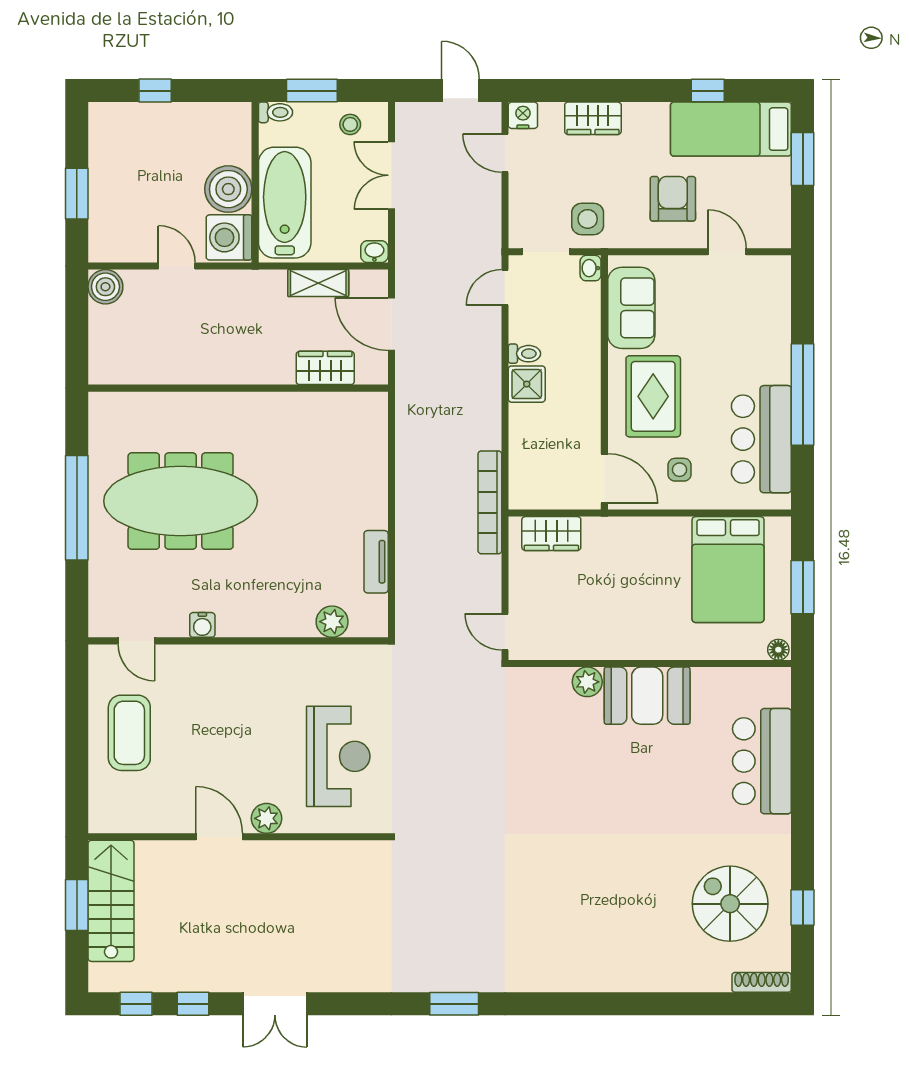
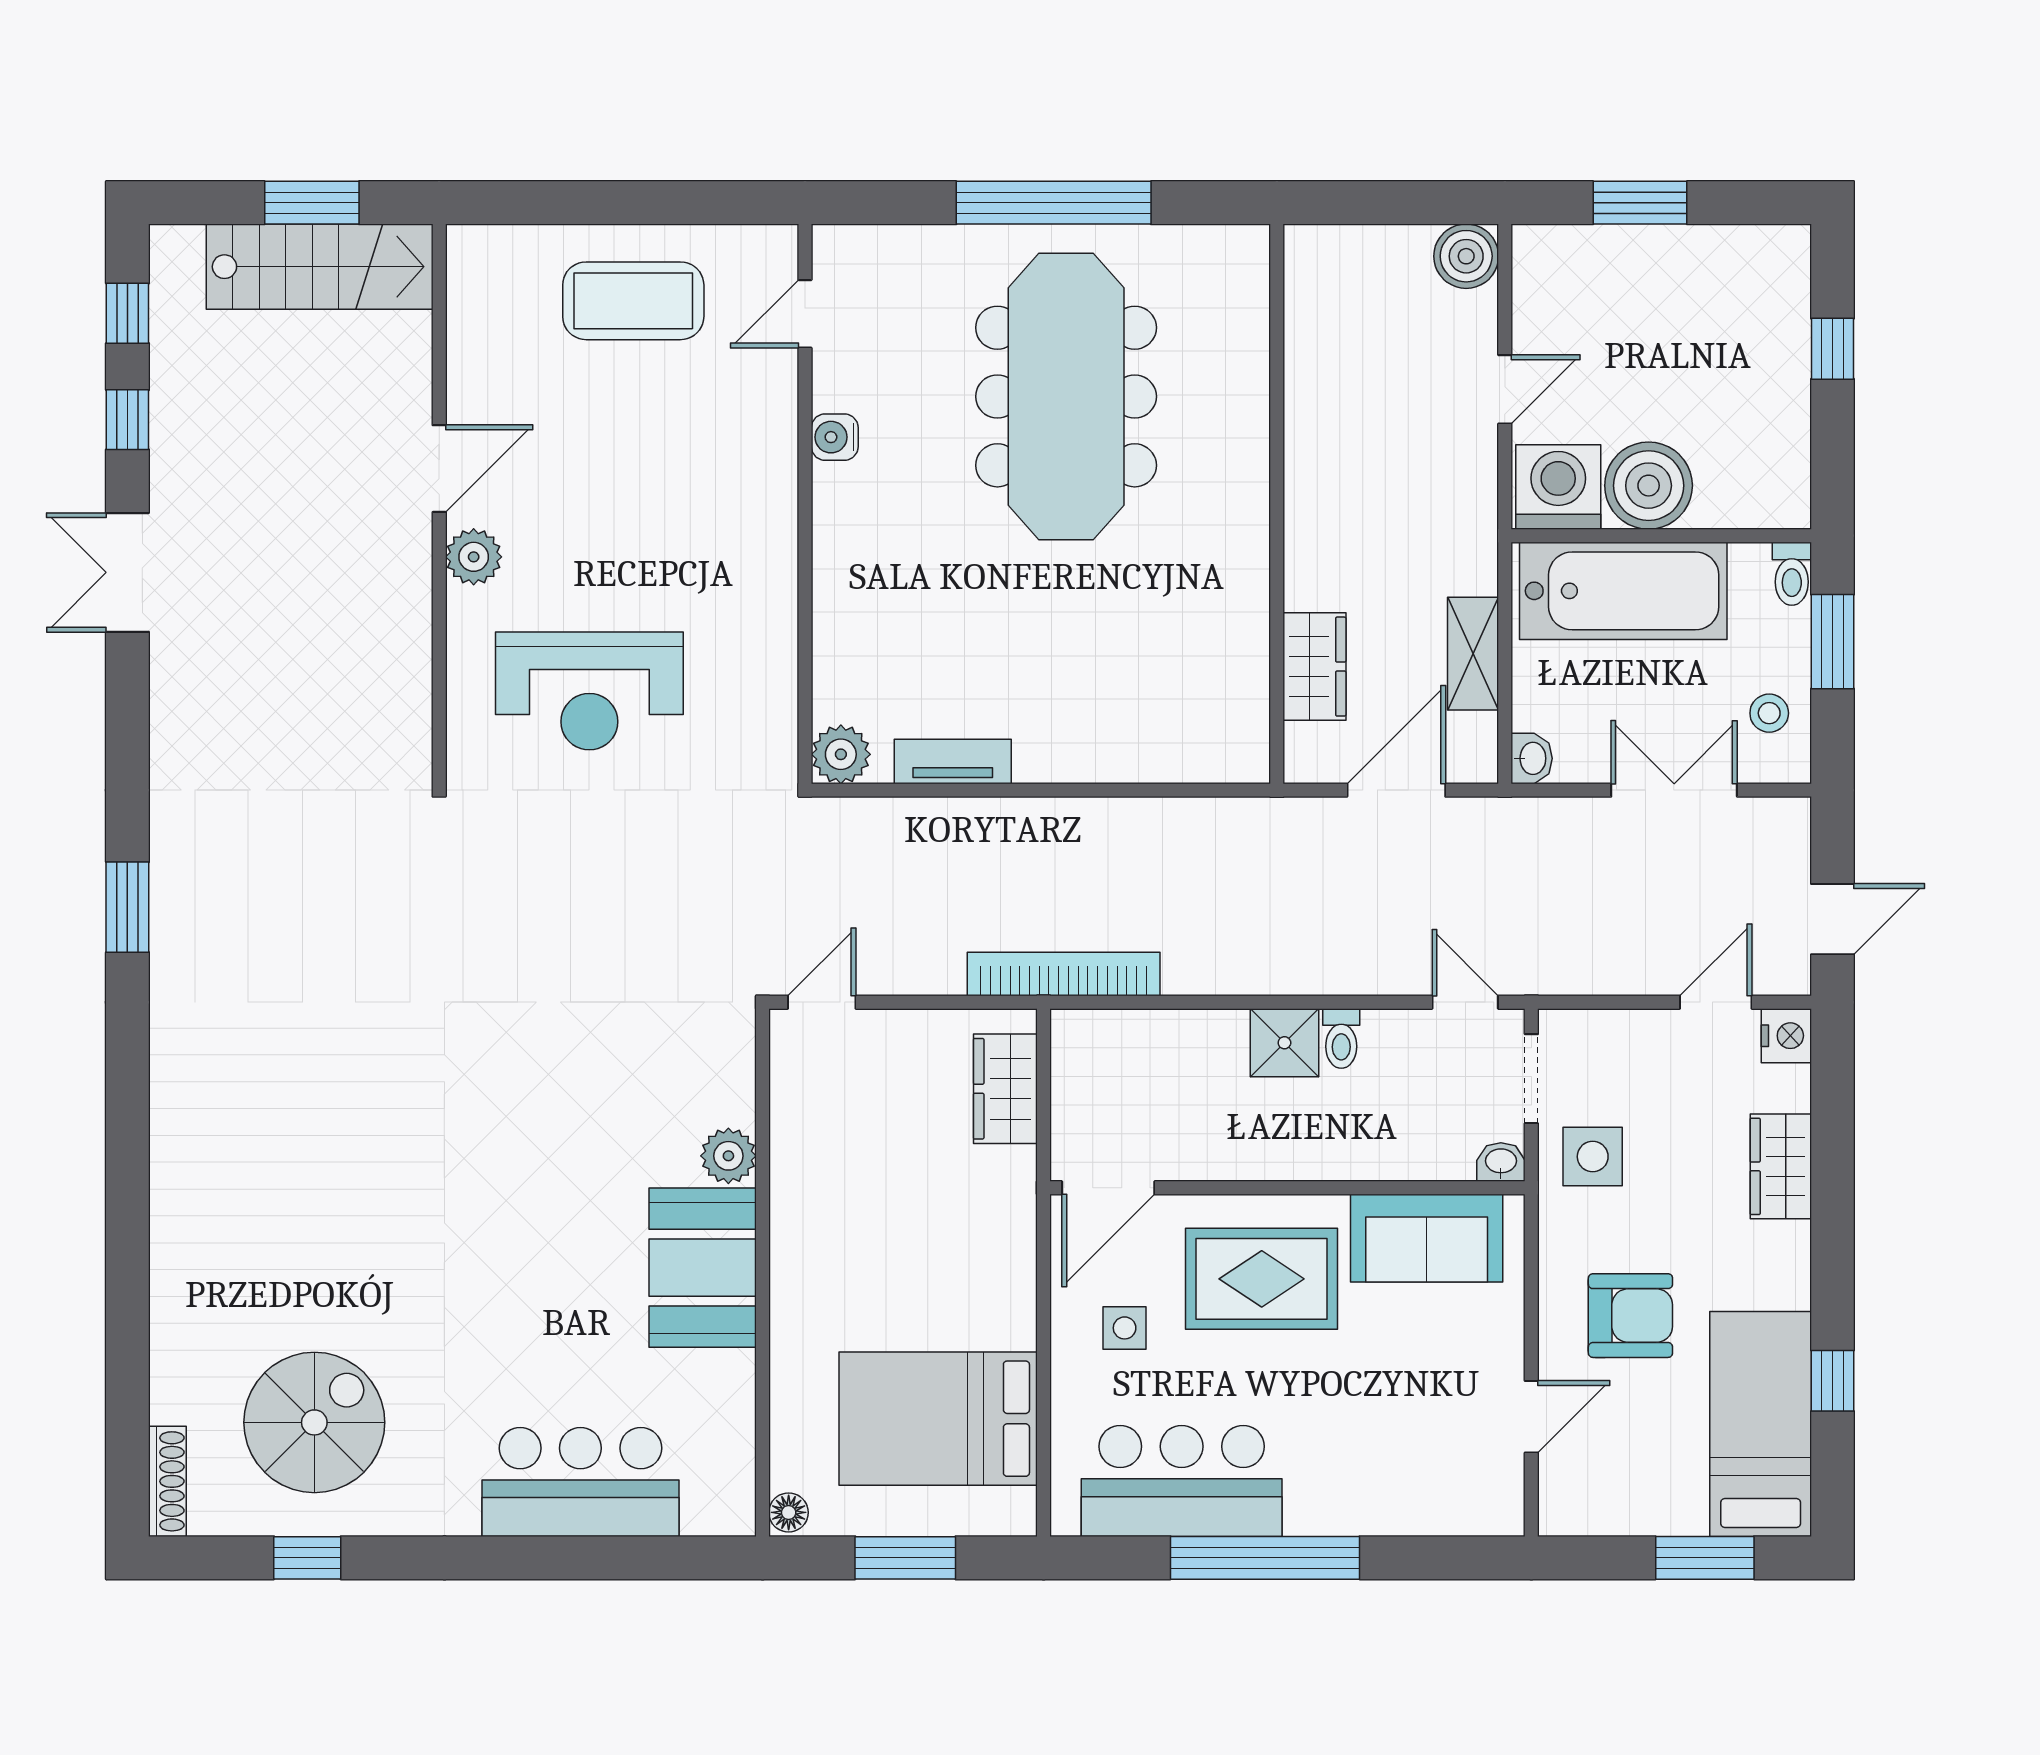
plant: (332, 622) -> (841, 754), moved

